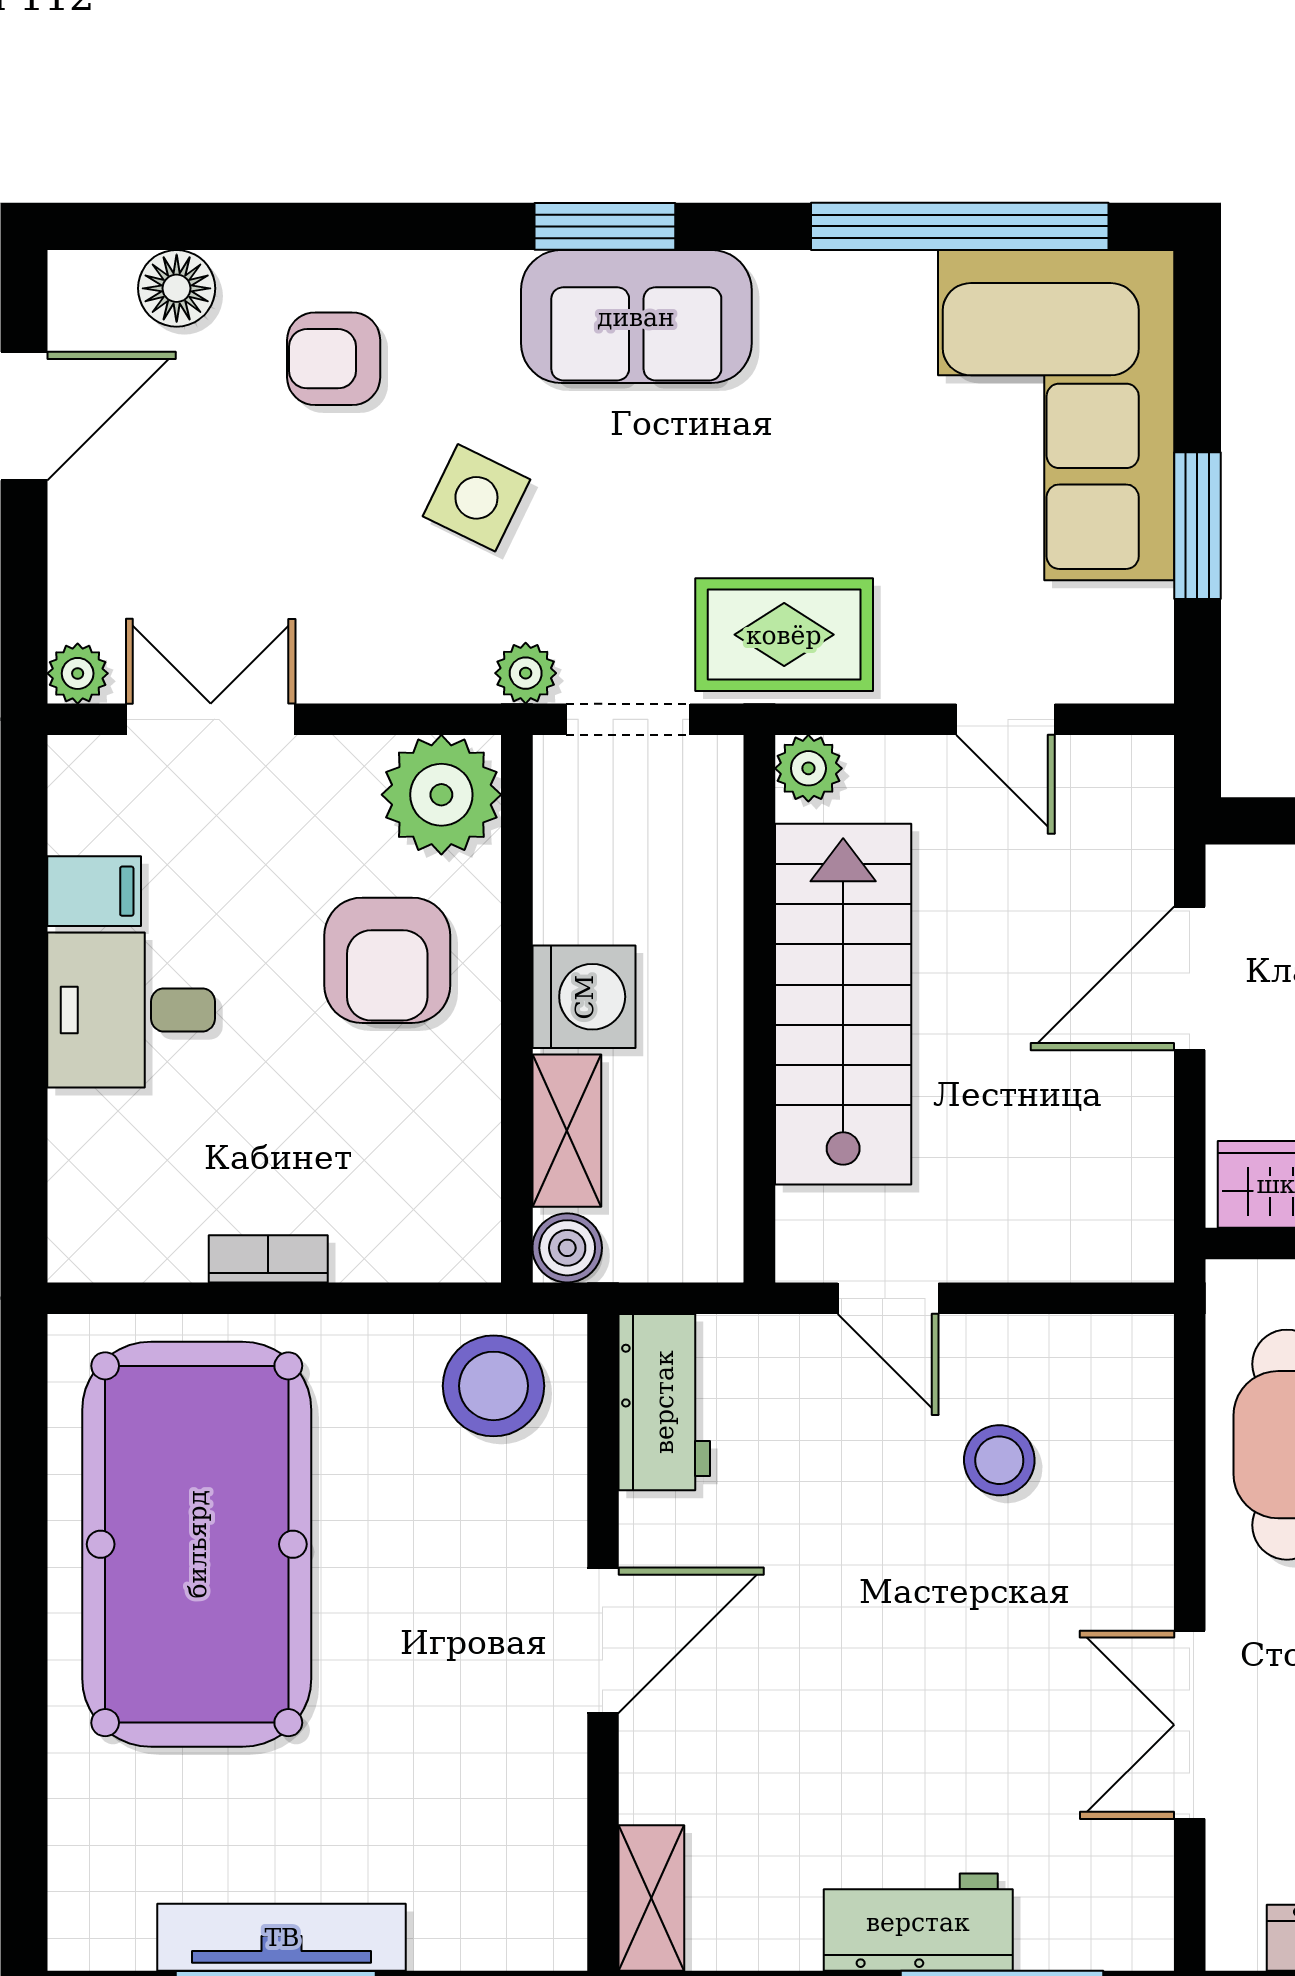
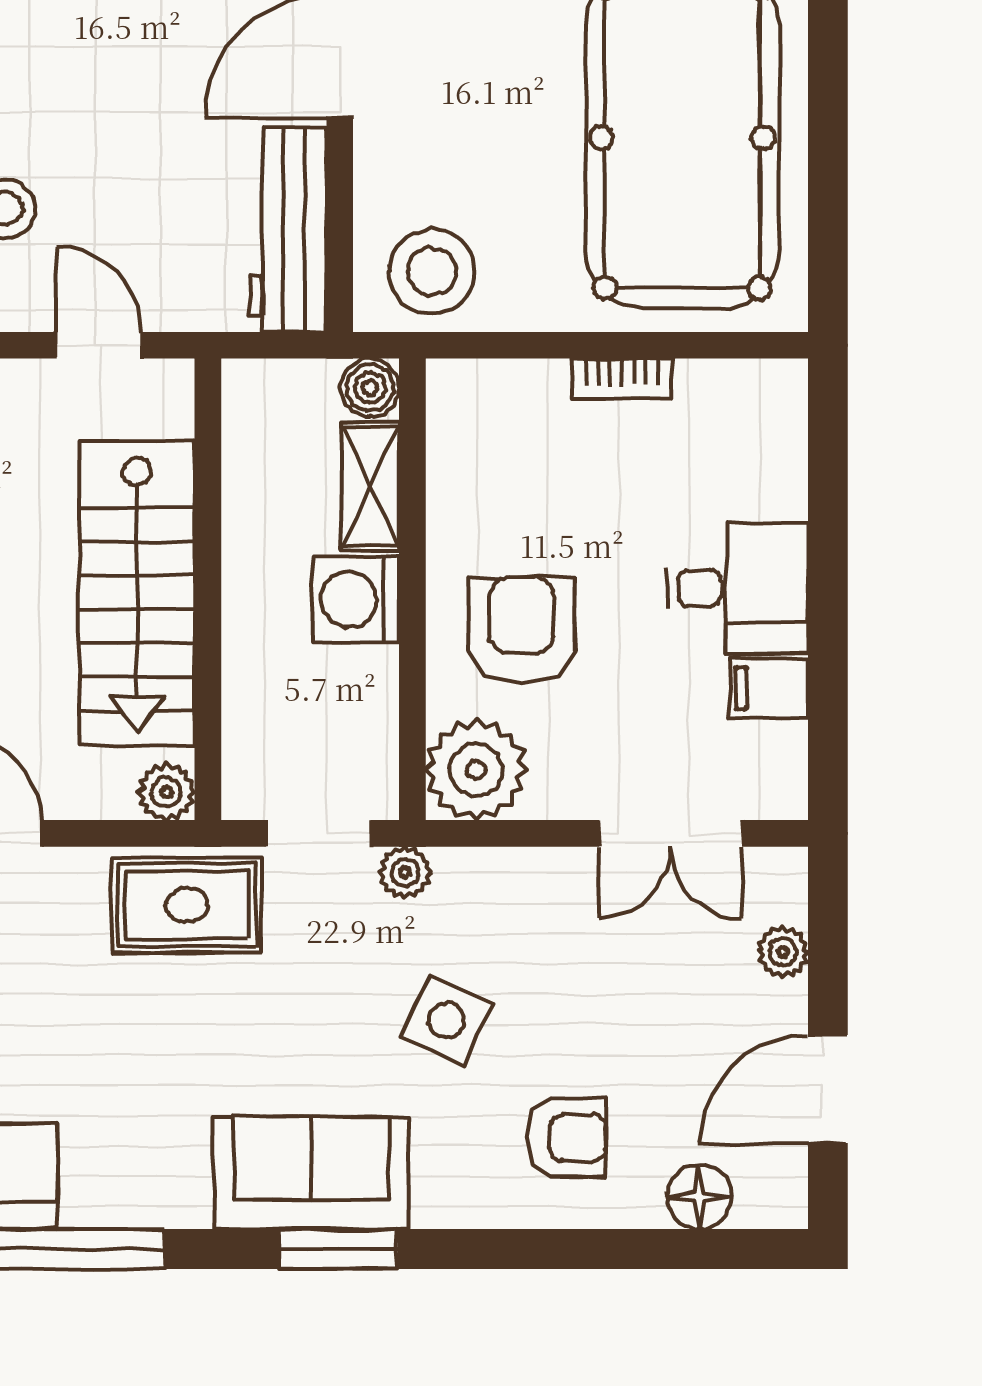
plant: (78, 673) -> (783, 952), moved
workbench: (664, 1402) -> (288, 230), width x1.38

